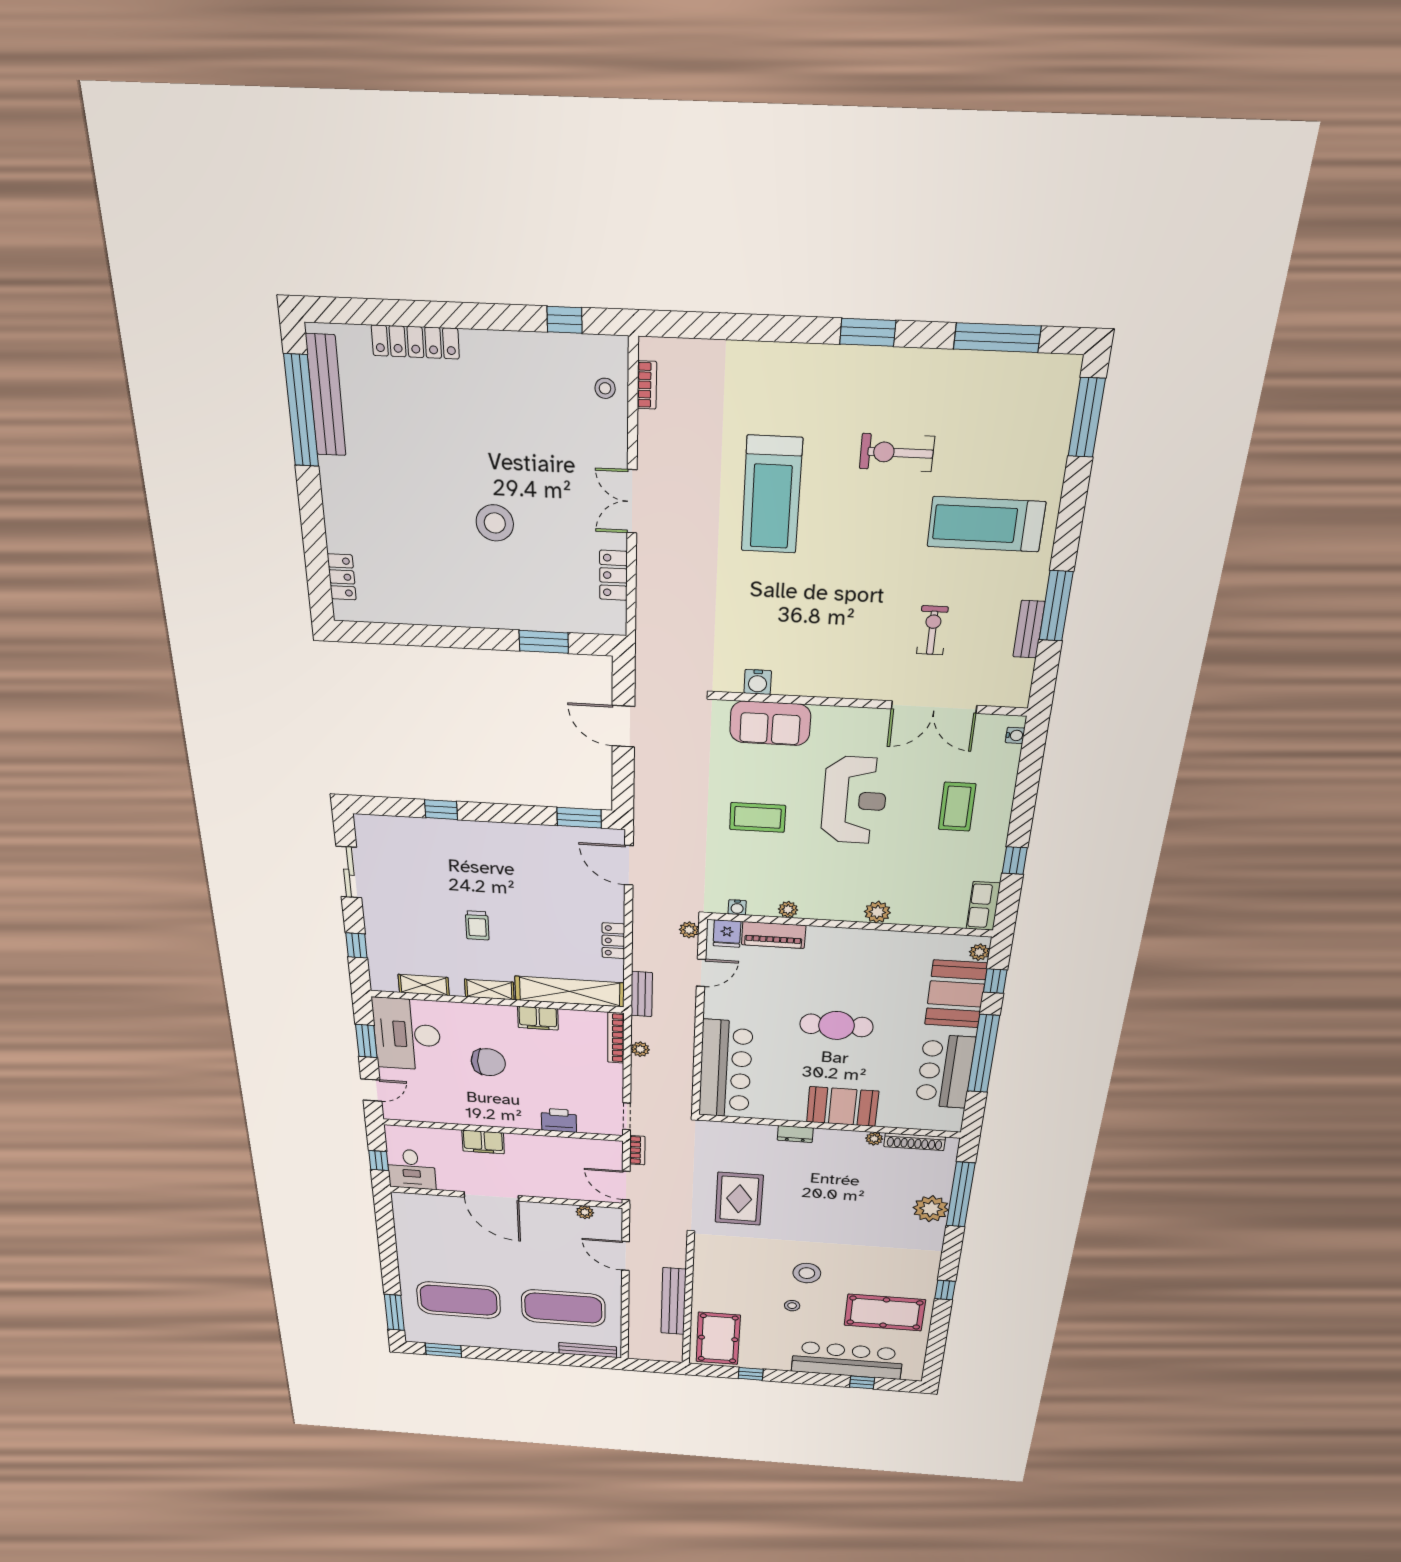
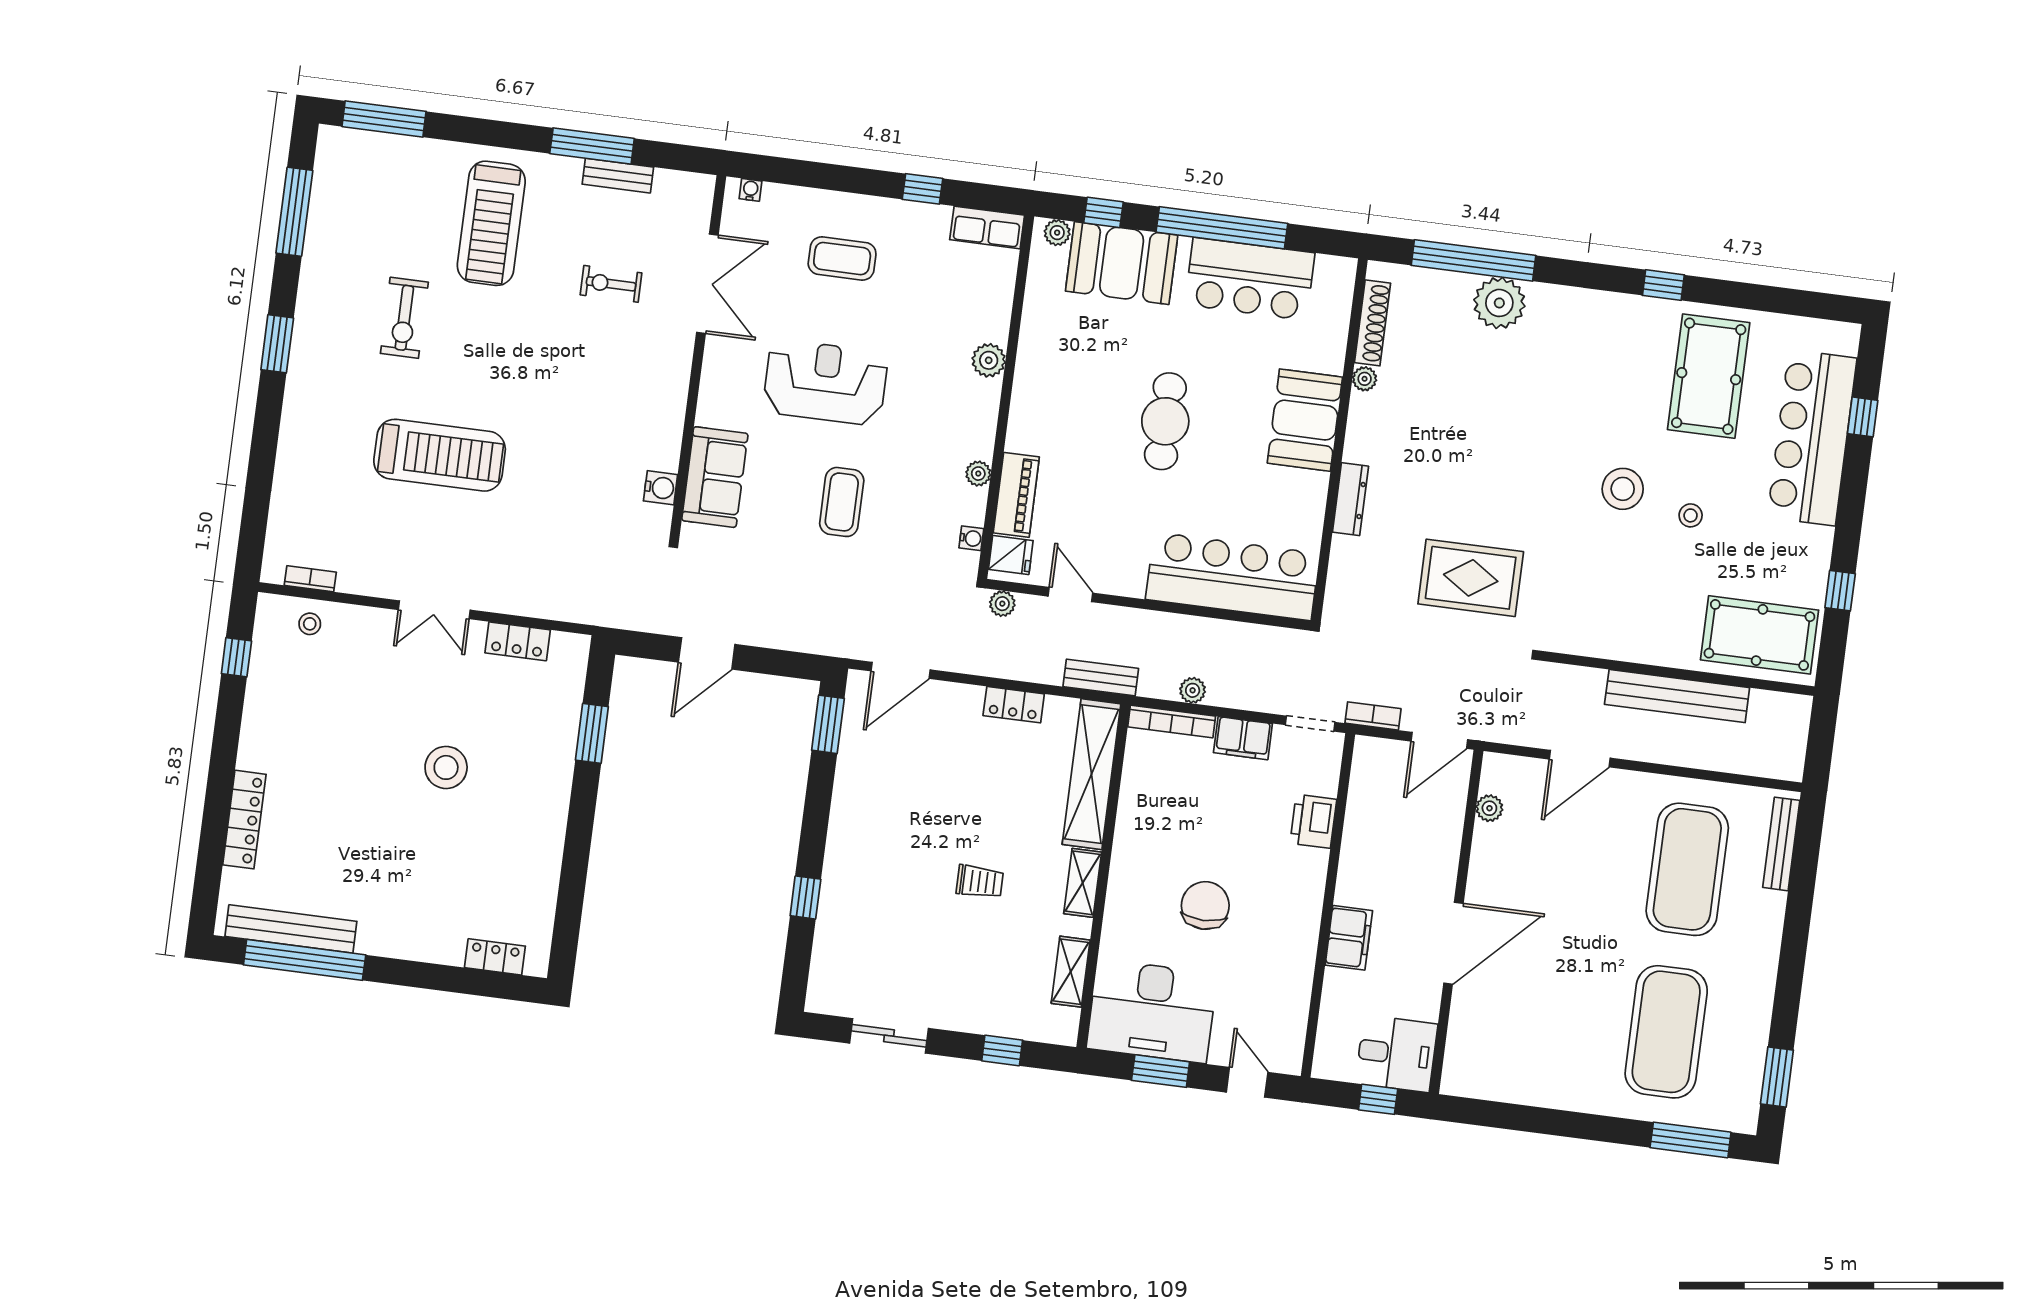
filing cabinet: (538, 1018) -> (1243, 738), moved, turned 90
dresser: (795, 1134) -> (1350, 499), width x1.44

